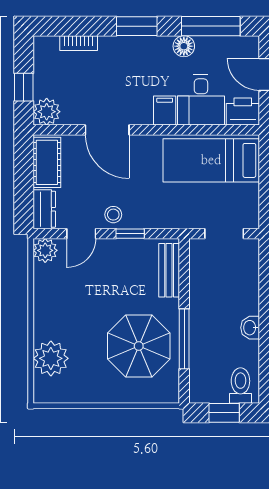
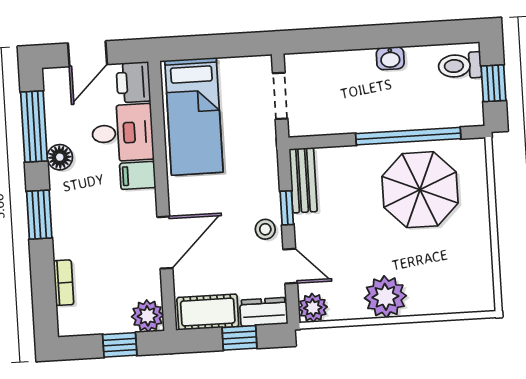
window: (24, 188) -> (239, 338), added
bench: (169, 270) -> (303, 180), moved, turned 90
window: (184, 339) -> (408, 136), width x1.46
plant: (51, 358) -> (385, 297), moved

